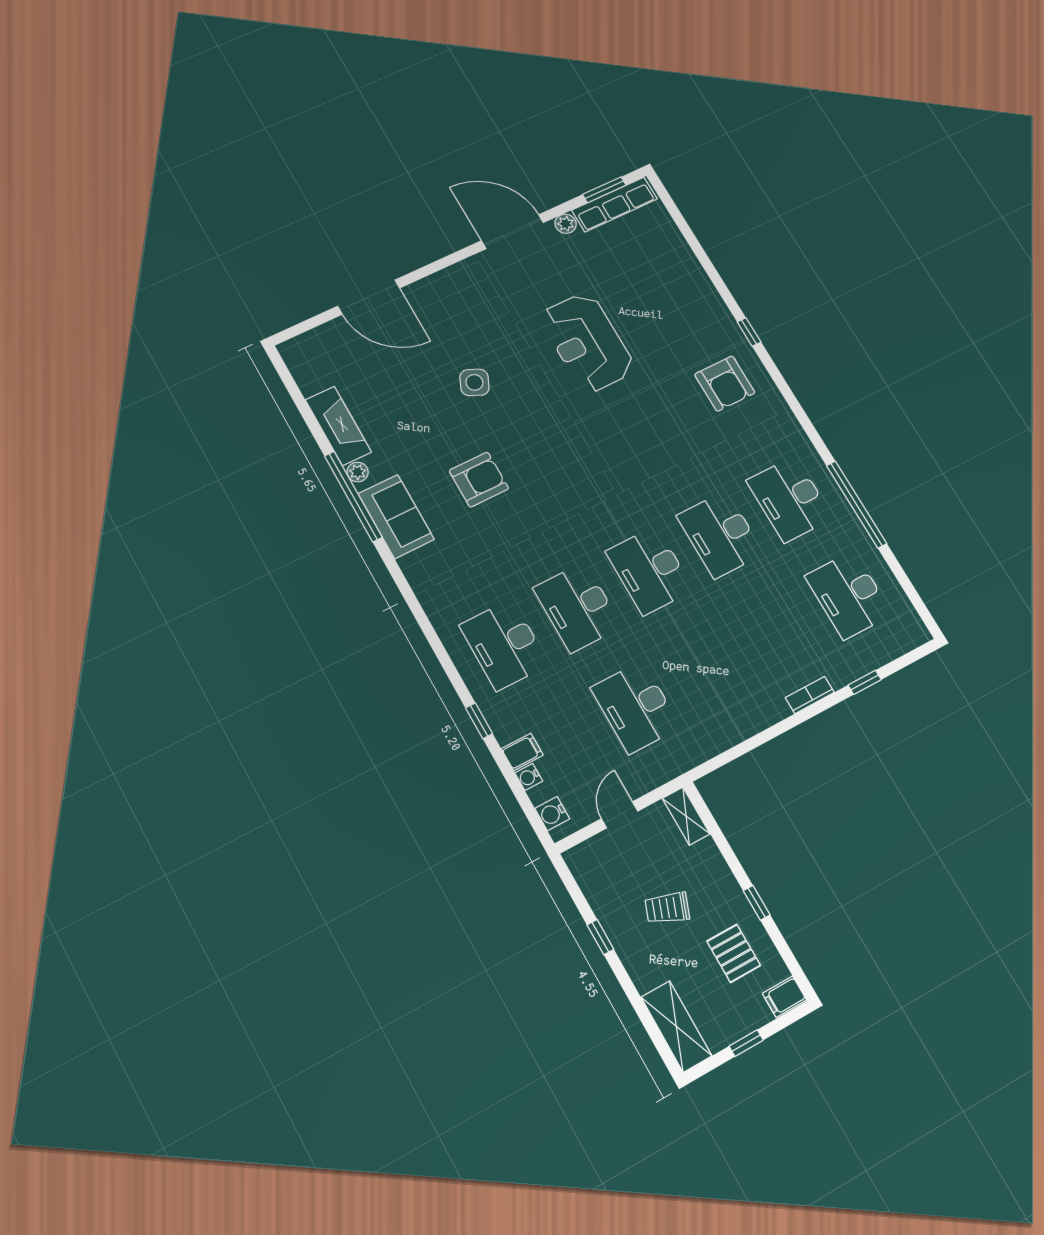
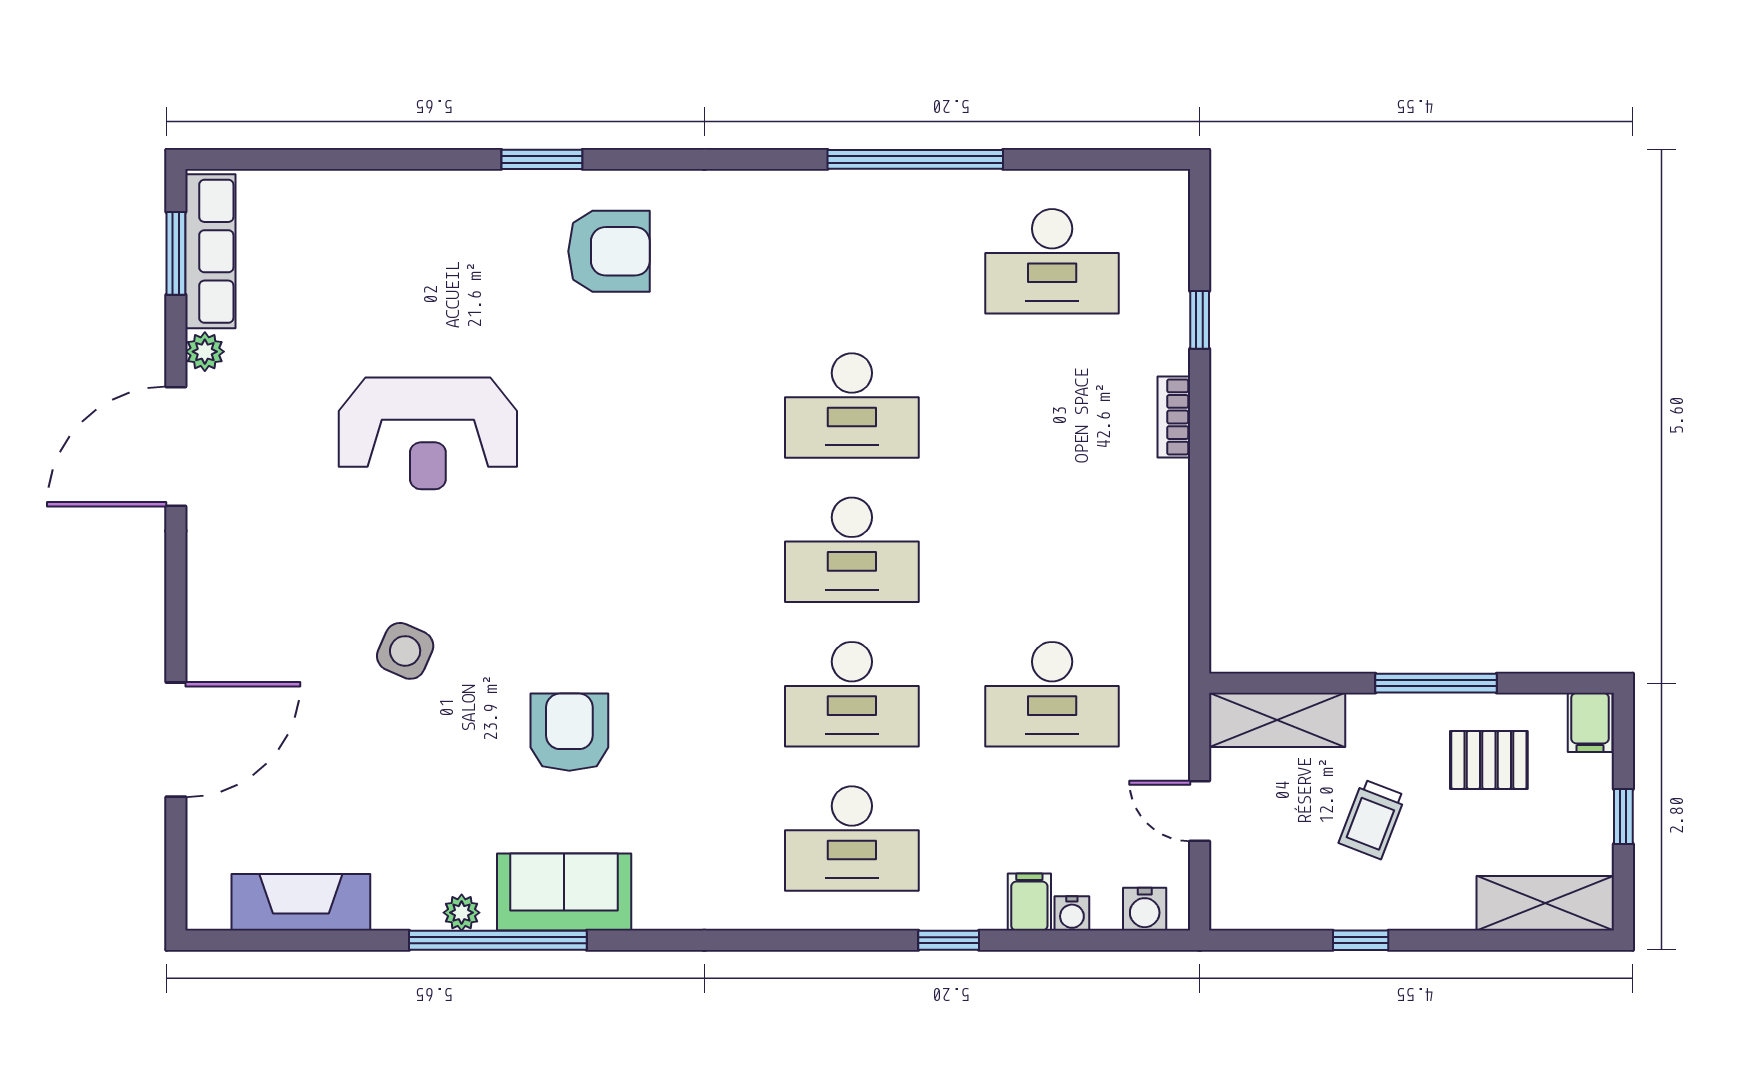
window: (749, 332) -> (542, 159), width x1.50
fireplace: (338, 426) -> (301, 902), moved
desk: (790, 499) -> (852, 261), removed
shelving: (686, 816) -> (1277, 720), width x1.50, depth x1.33
window: (757, 903) -> (1436, 683), width x2.17

